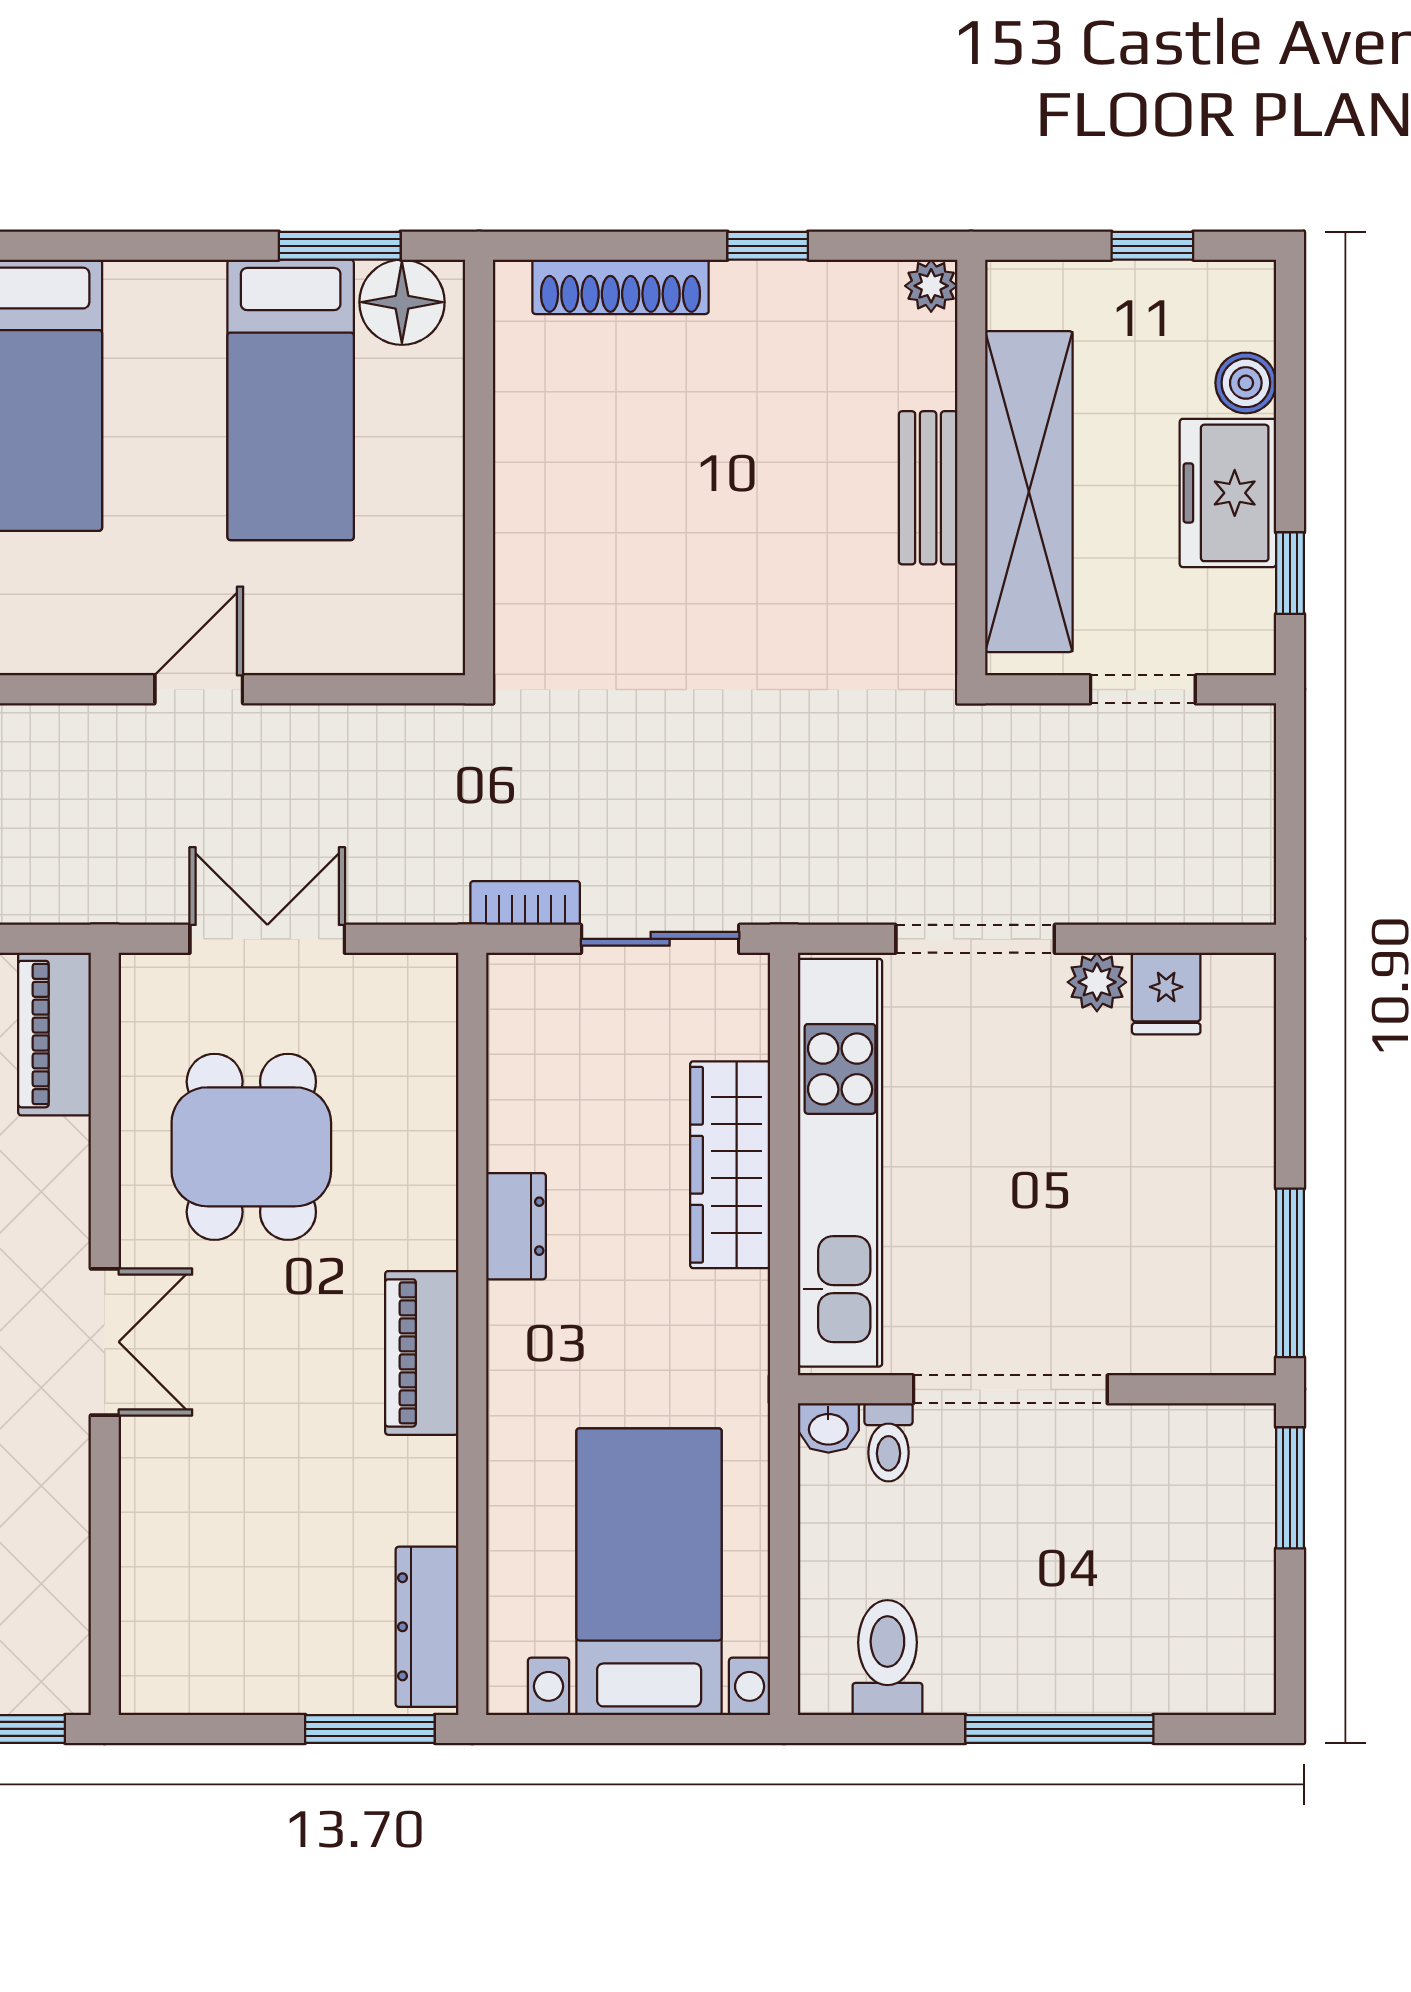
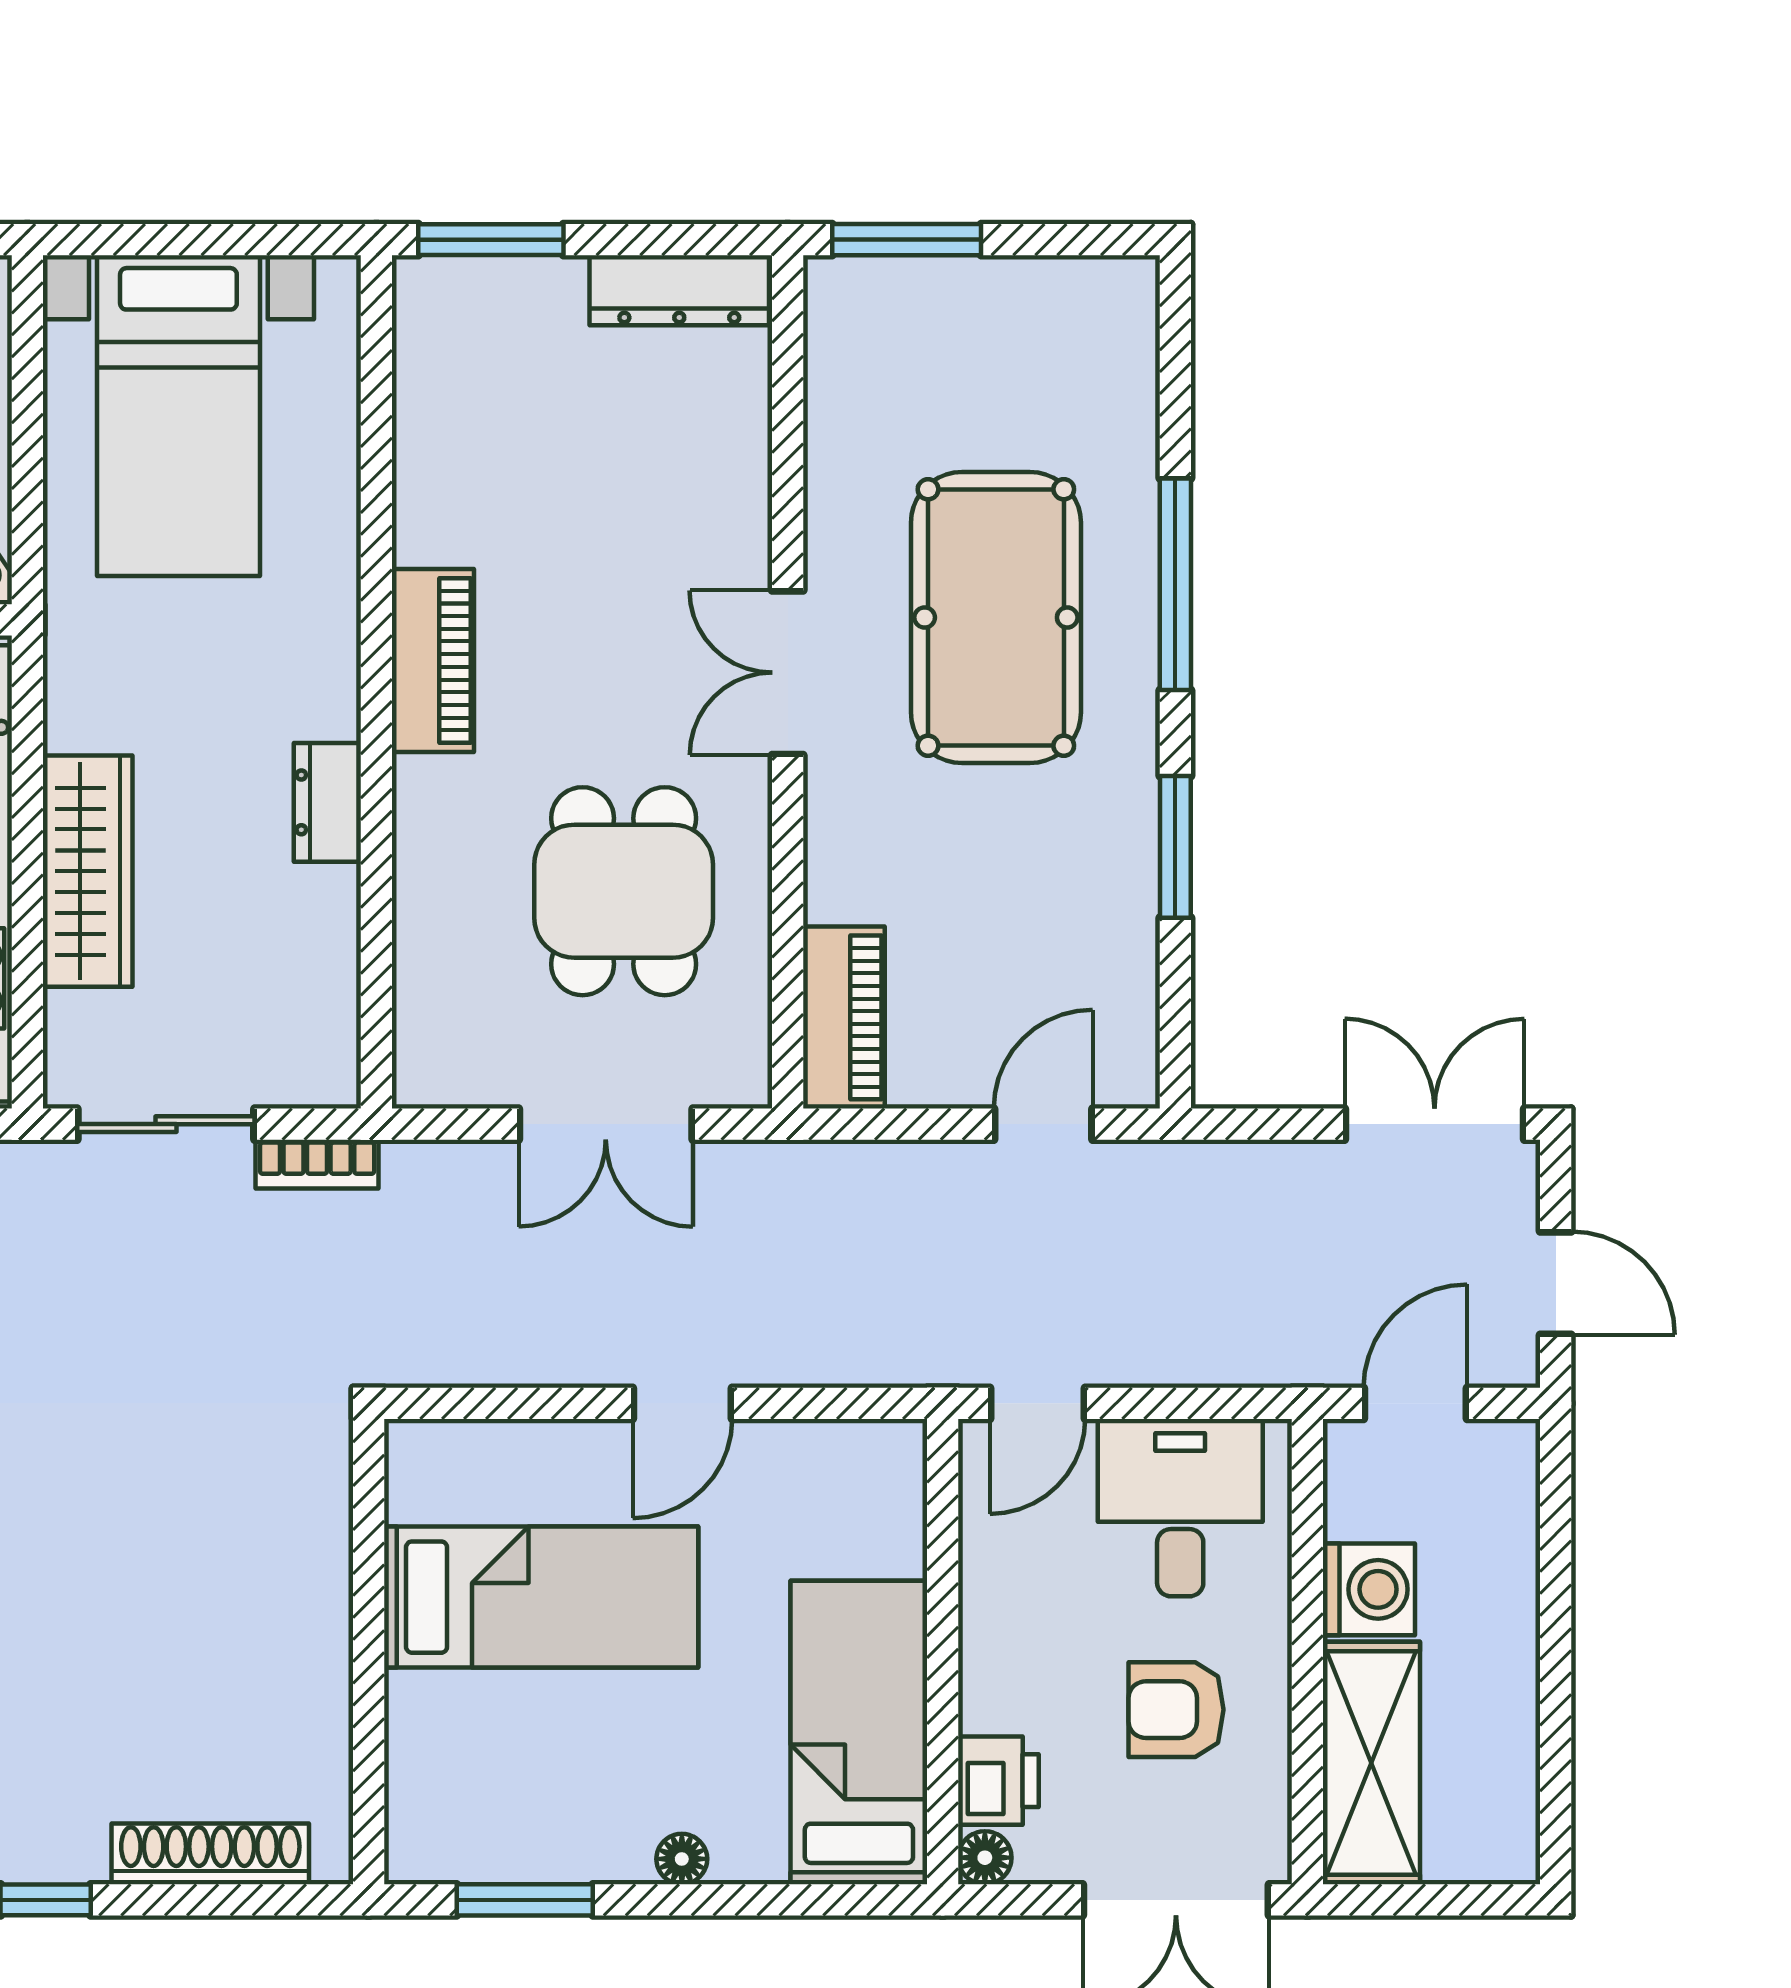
floor lamp: (402, 302) -> (682, 1859), moved, width x0.53, depth x0.53
bed: (291, 400) -> (541, 1597), moved, turned 90
dresser: (427, 1627) -> (679, 290), moved, turned 90

